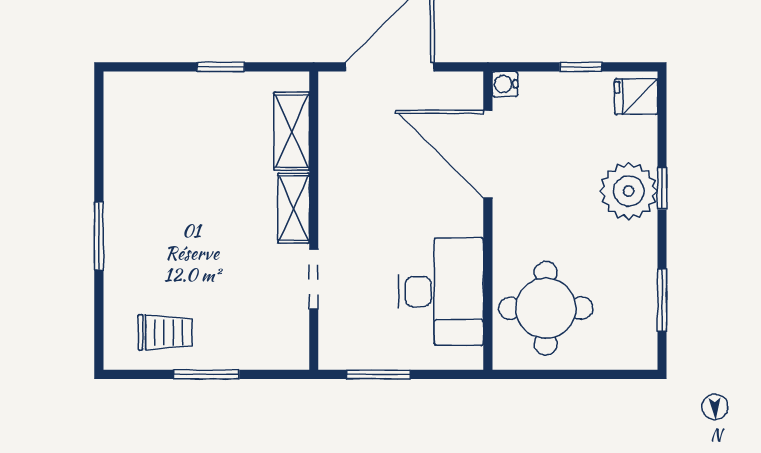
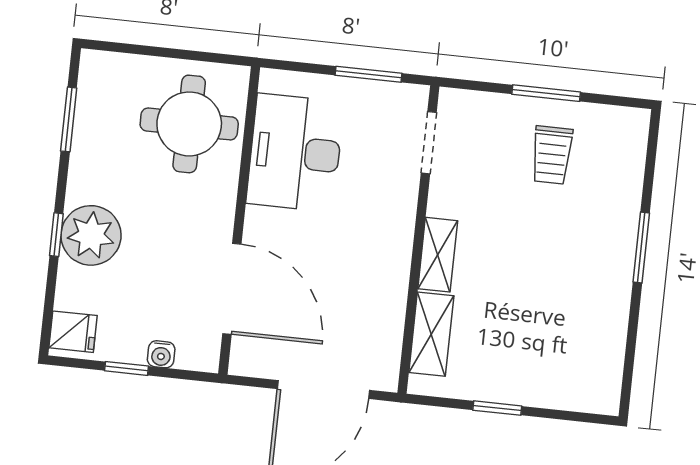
water cooler: (505, 84) -> (161, 354), moved, turned 90
doorway: (314, 279) -> (429, 143), moved
trolley: (165, 332) -> (552, 155), moved, turned -90

